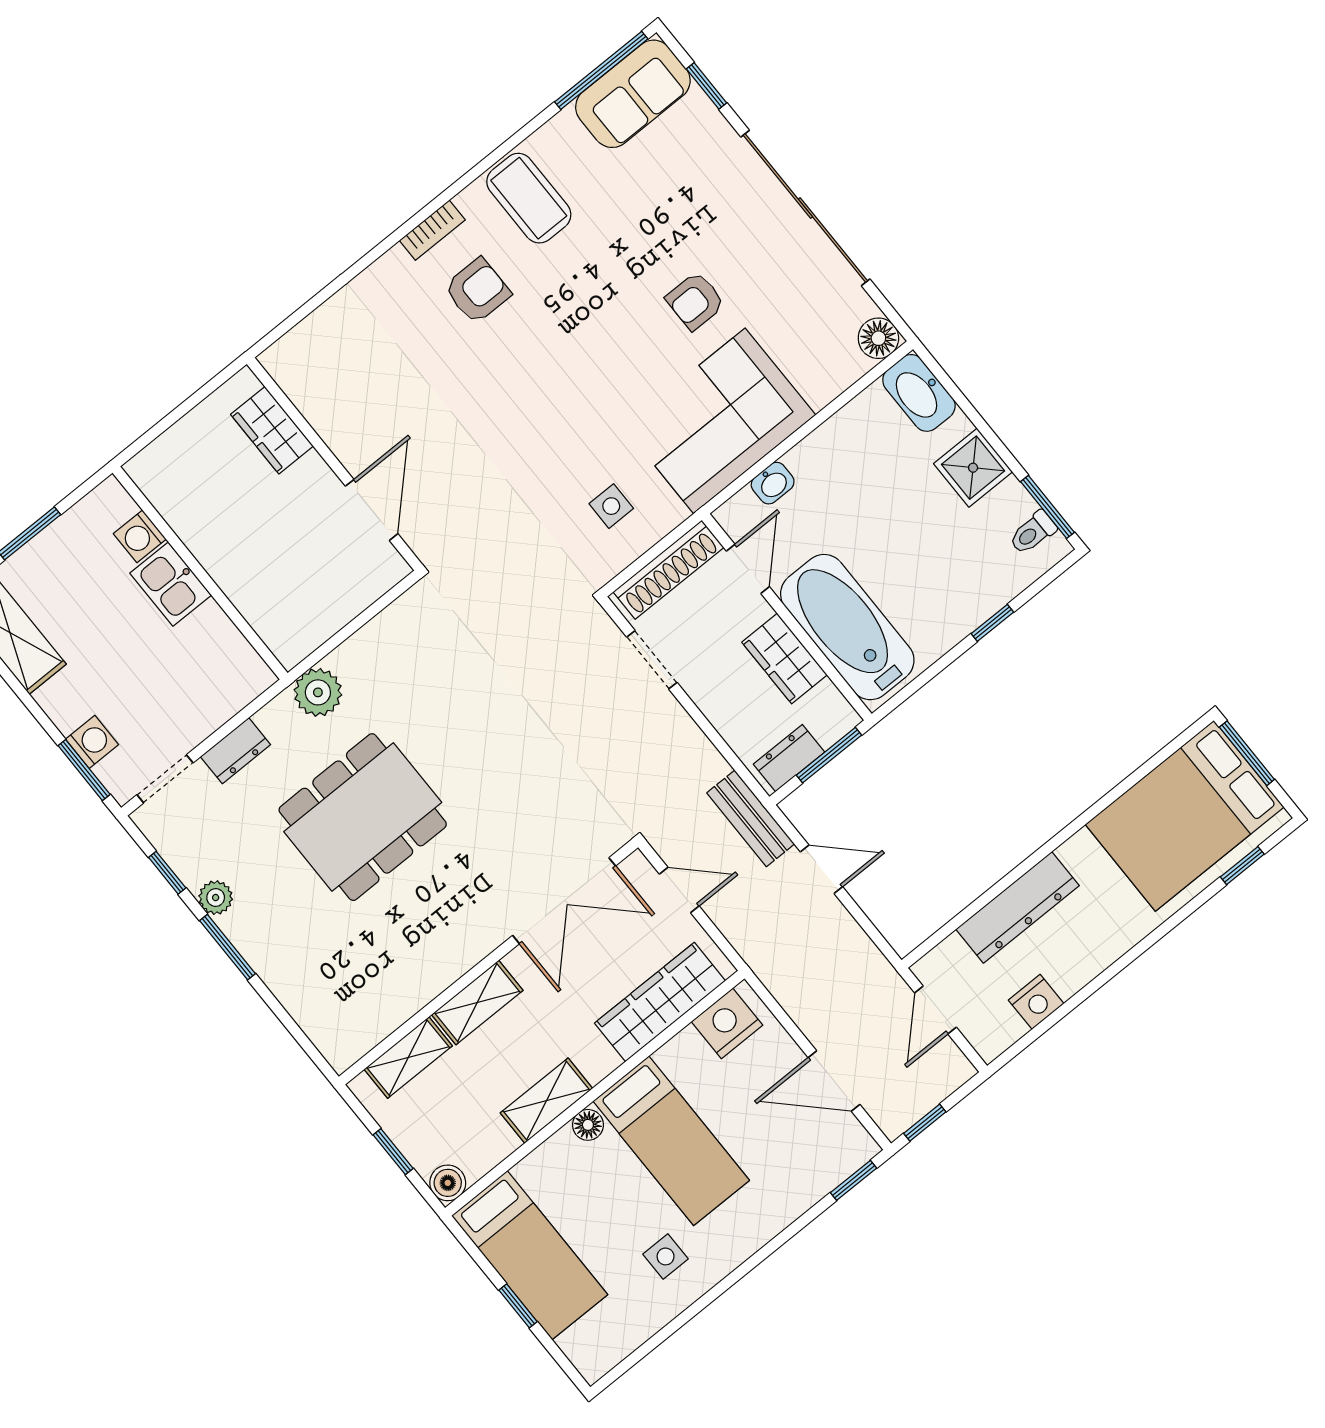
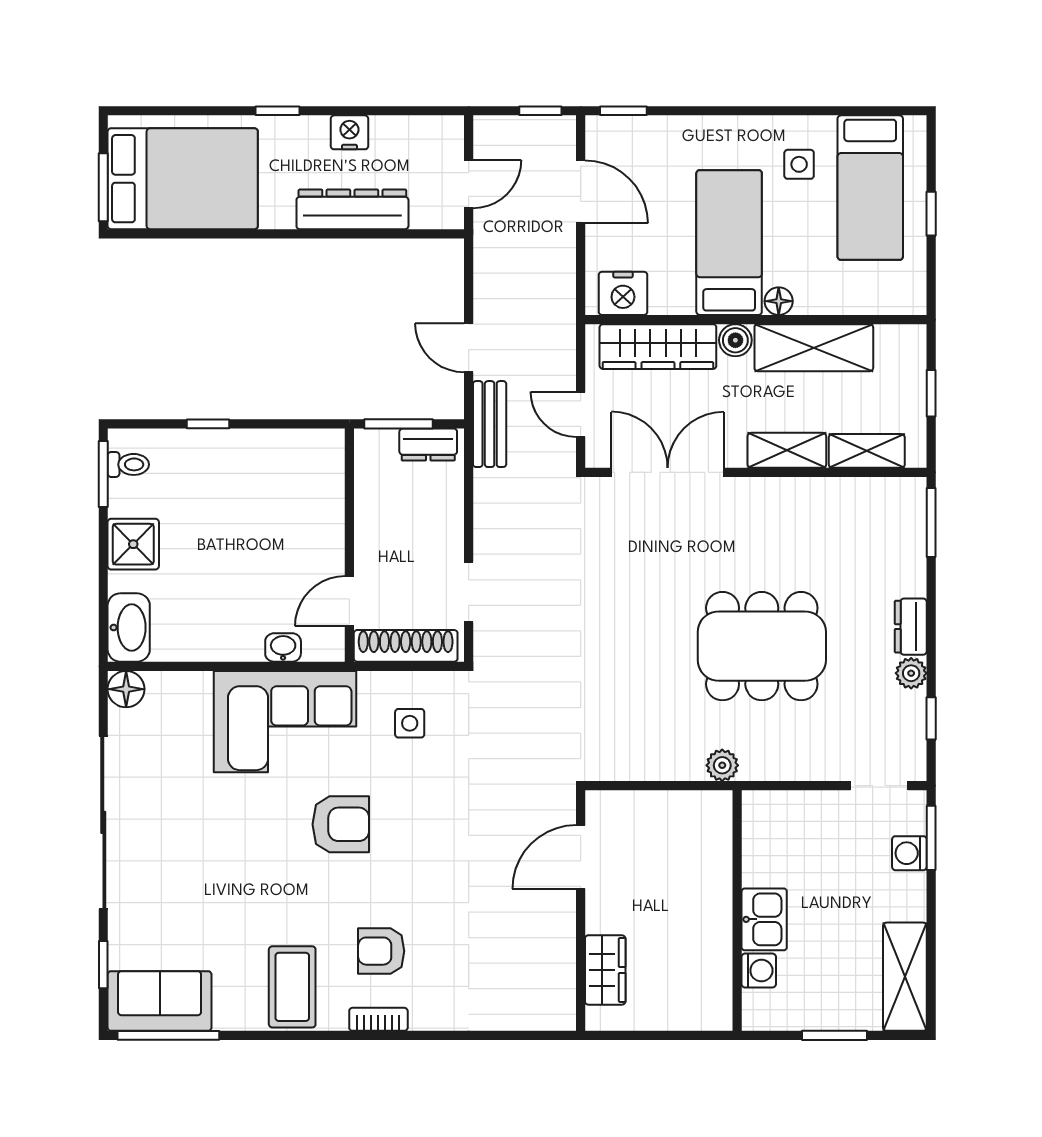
armchair: (695, 301) -> (341, 824), moved, width x1.38, depth x1.38
bathtub: (847, 627) -> (313, 504), removed
wardrobe: (784, 659) -> (375, 517), removed
plant: (318, 692) -> (722, 765), width x0.73, depth x0.73
dresser: (235, 751) -> (911, 627), moved, turned -90
window: (1242, 866) -> (277, 111), moved
window: (227, 947) -> (931, 523), moved
nightstand: (1036, 1002) -> (349, 132), moved
shelving: (546, 1101) -> (814, 348), width x1.50, depth x1.33
boiler: (448, 1183) -> (735, 340), moved
bed: (530, 1255) -> (870, 188), moved, turned 180

